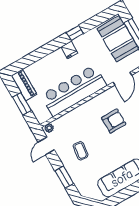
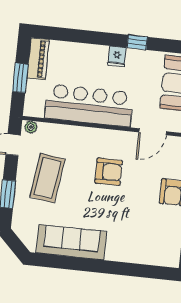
coffee table: (81, 151) -> (47, 178), width x1.86, depth x1.72

